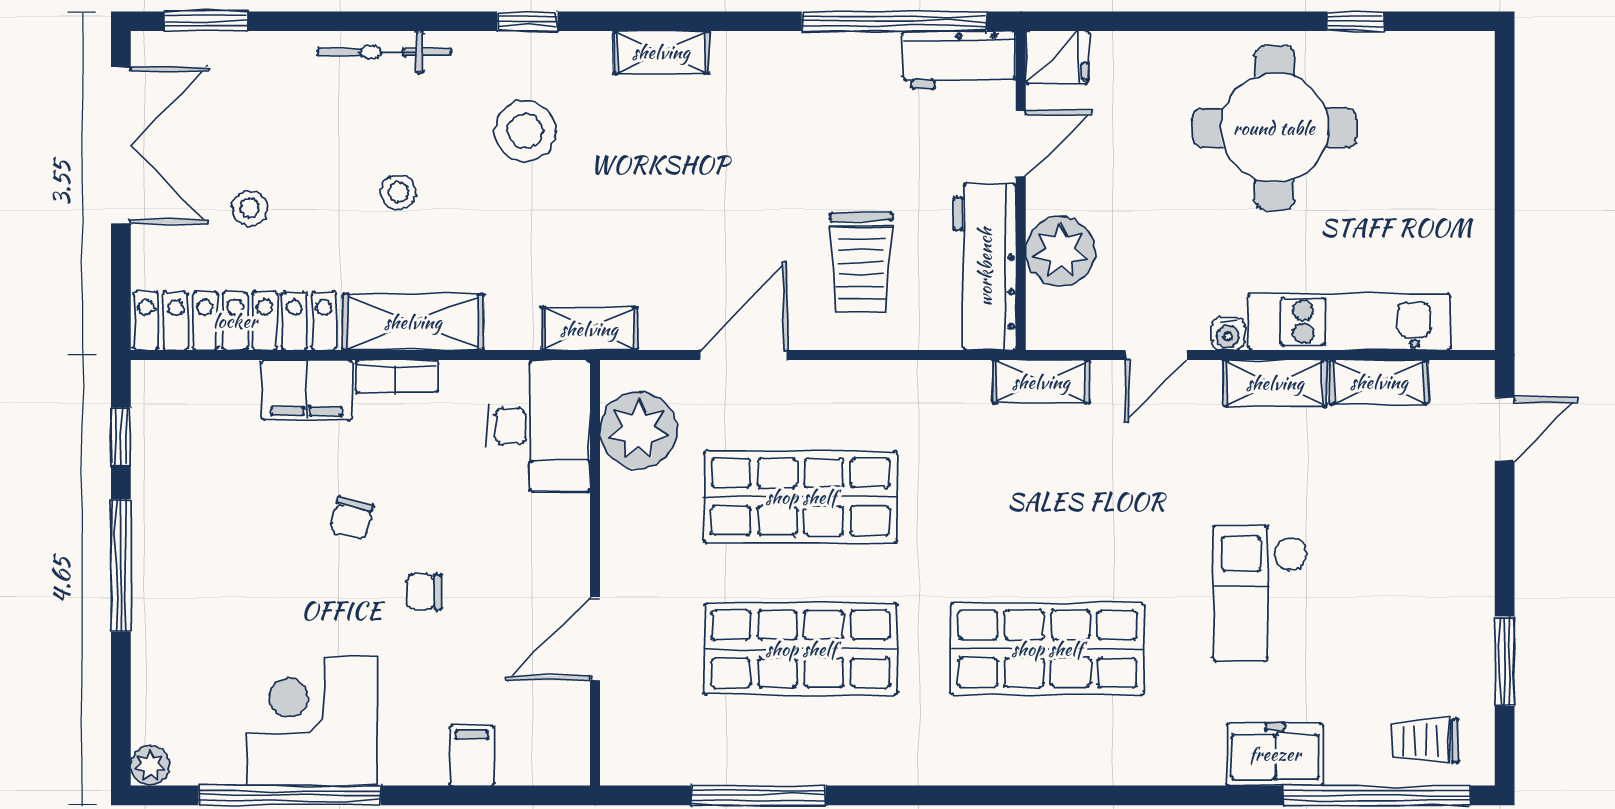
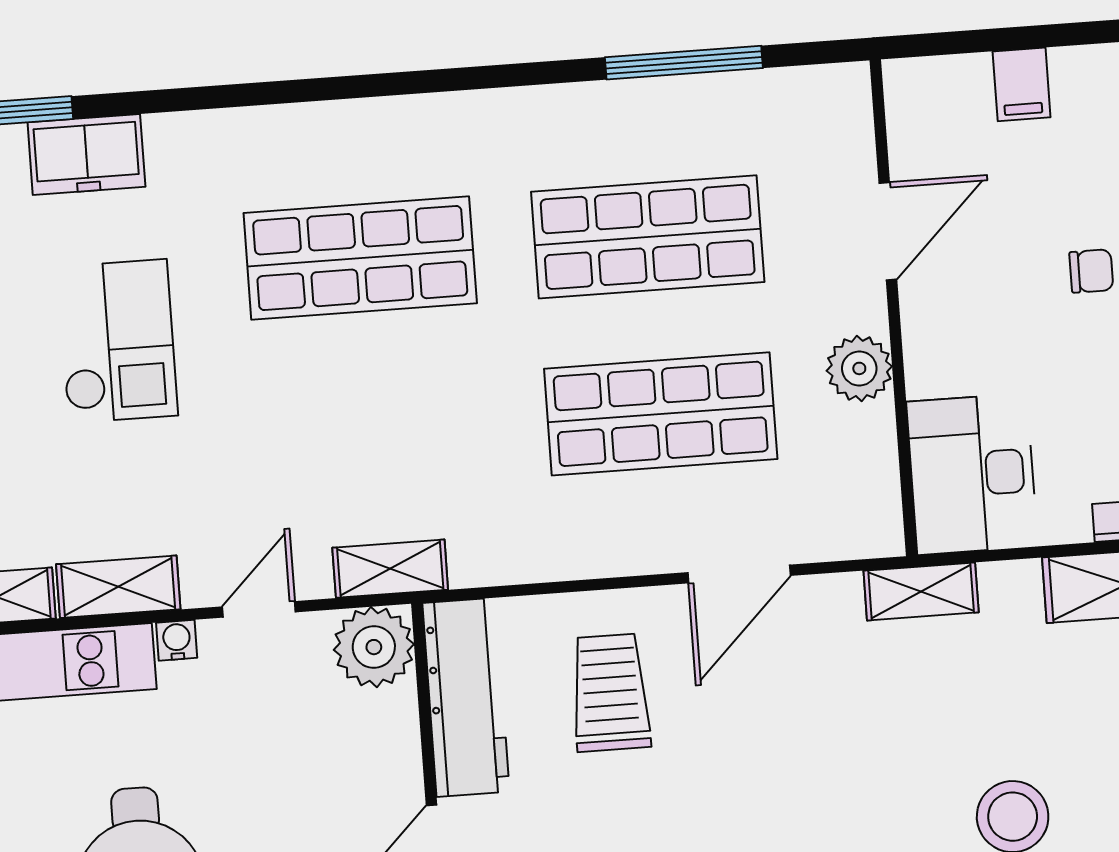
plant: (1060, 251) -> (374, 647), moved
plant: (638, 430) -> (859, 368), moved, width x0.73, depth x0.73

